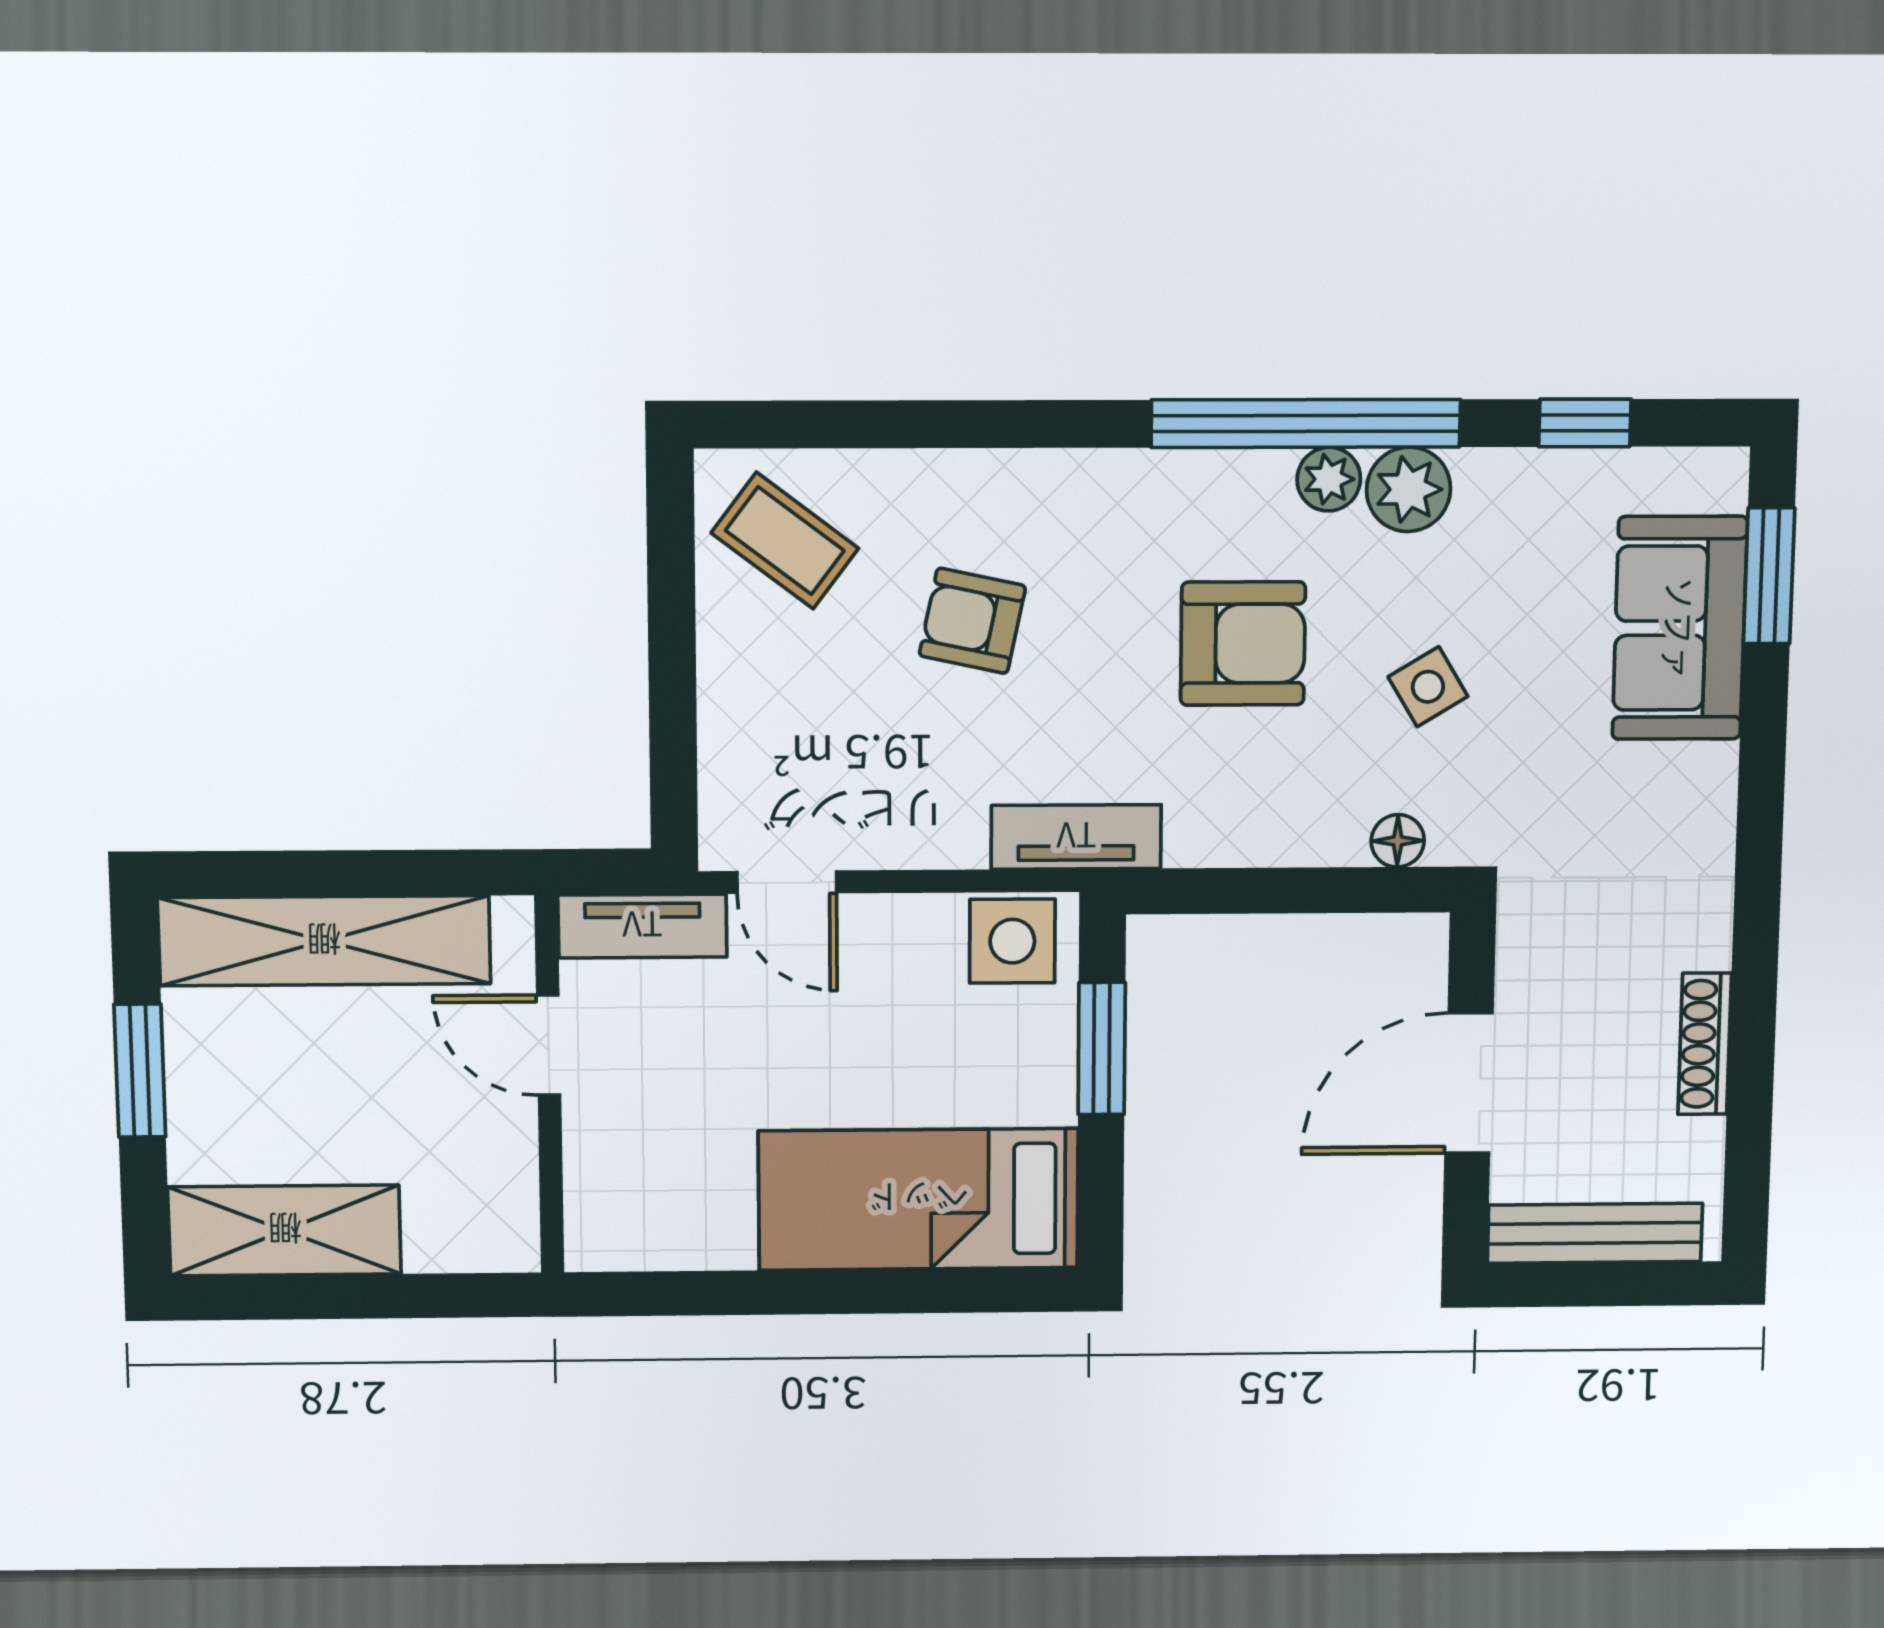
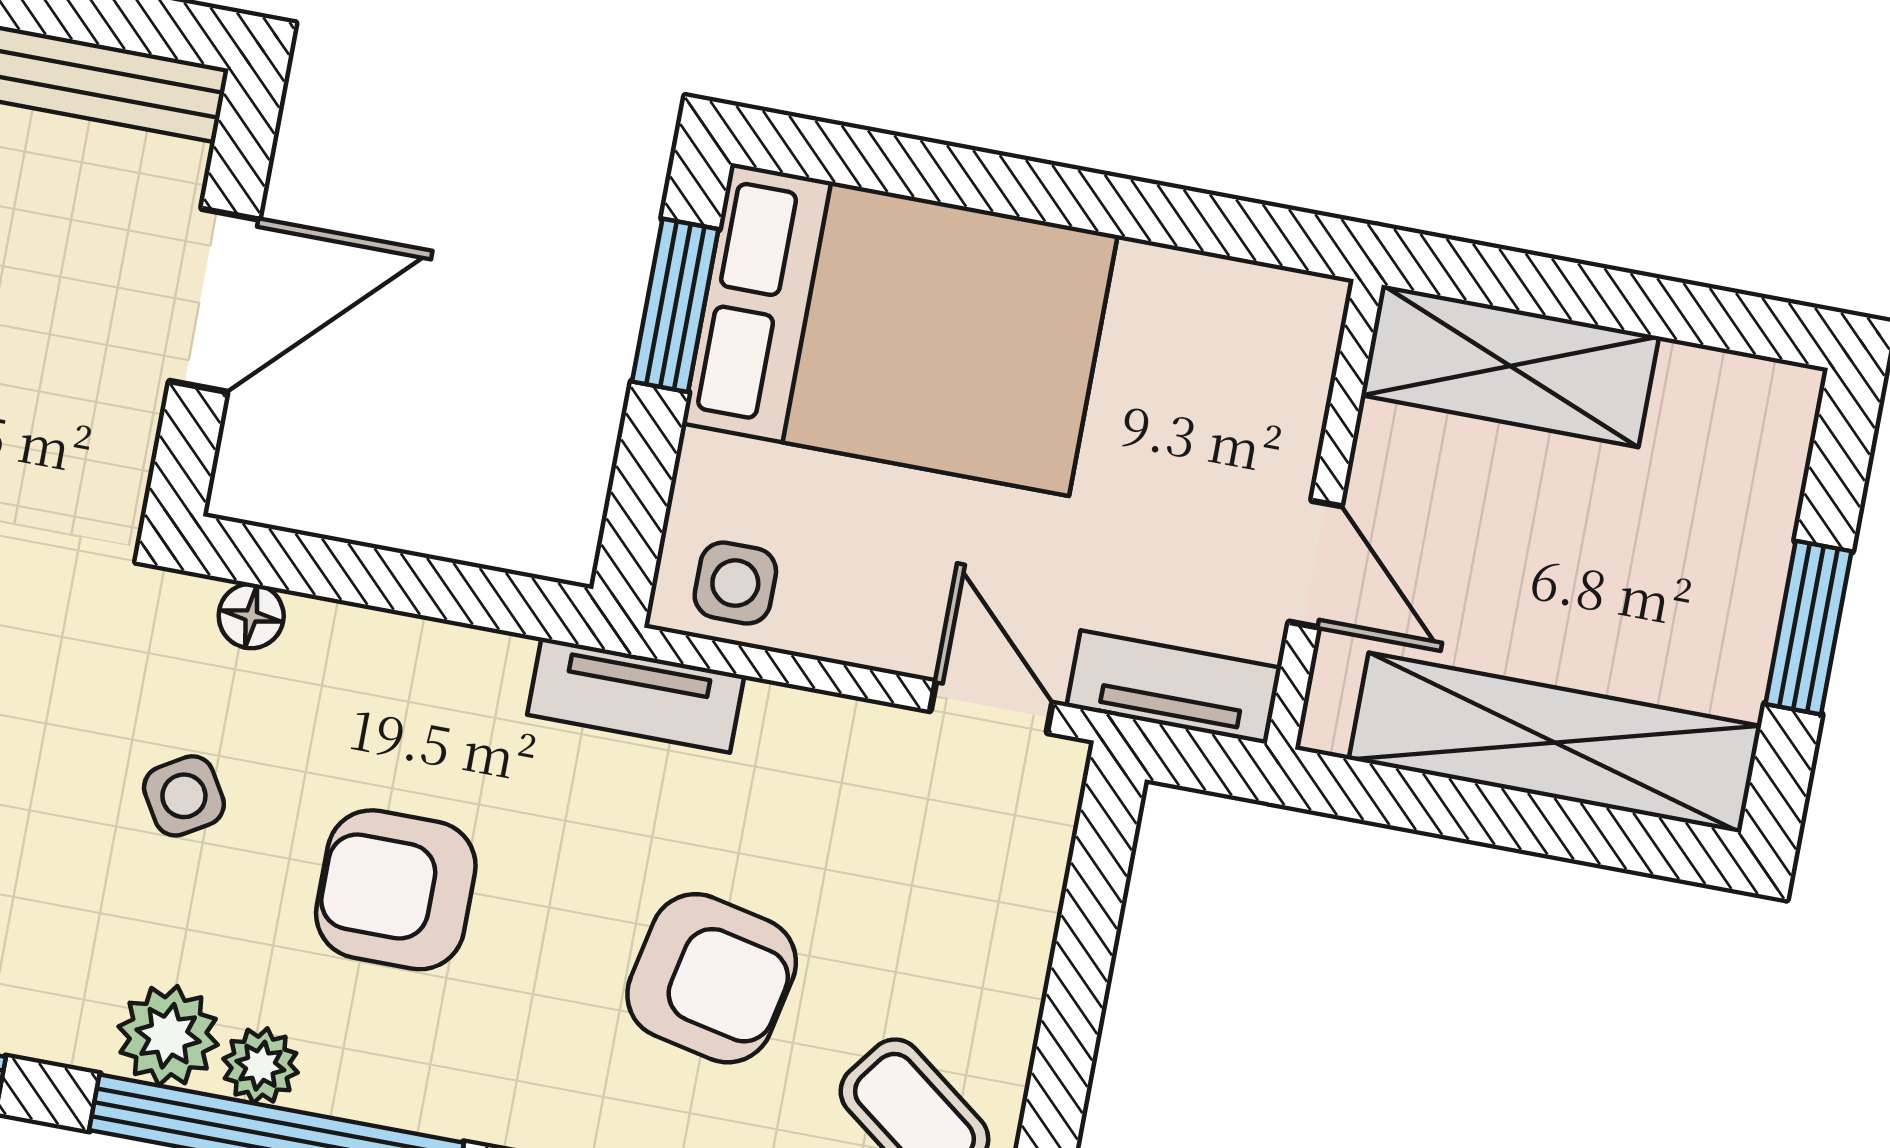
armchair: (972, 621) -> (712, 978), width x1.38, depth x1.38
side table: (1012, 941) -> (735, 583), width x0.73, depth x0.73
window: (1102, 1049) -> (675, 305), moved
bed: (918, 1199) -> (900, 329), width x1.50
shelving: (285, 1230) -> (1510, 366), moved

